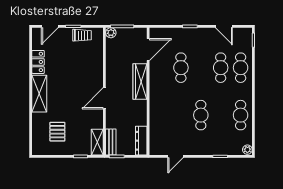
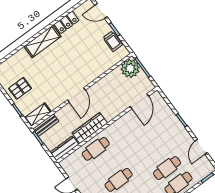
plant: (111, 33) -> (130, 68), width x1.87, depth x1.87
door: (148, 50) -> (139, 101), hinge flipped
cafe table: (181, 68) -> (96, 149), moved
wardrobe: (140, 81) -> (90, 128), moved
door: (104, 98) -> (76, 95), swing flipped
pallet: (57, 132) -> (20, 88), moved

